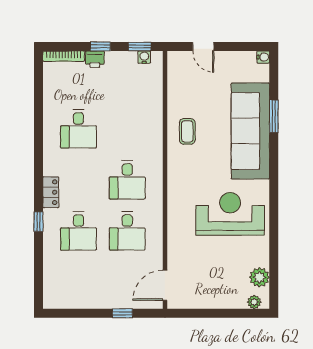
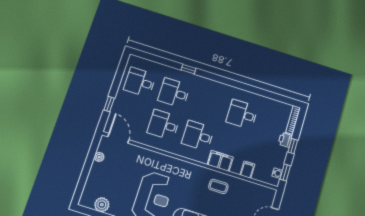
filing cabinet: (152, 99) -> (247, 170), added
filing cabinet: (152, 139) -> (220, 161), added
locker: (51, 192) -> (205, 83), removed
desk: (78, 282) -> (140, 82), added
plant: (254, 302) -> (99, 157), moved

